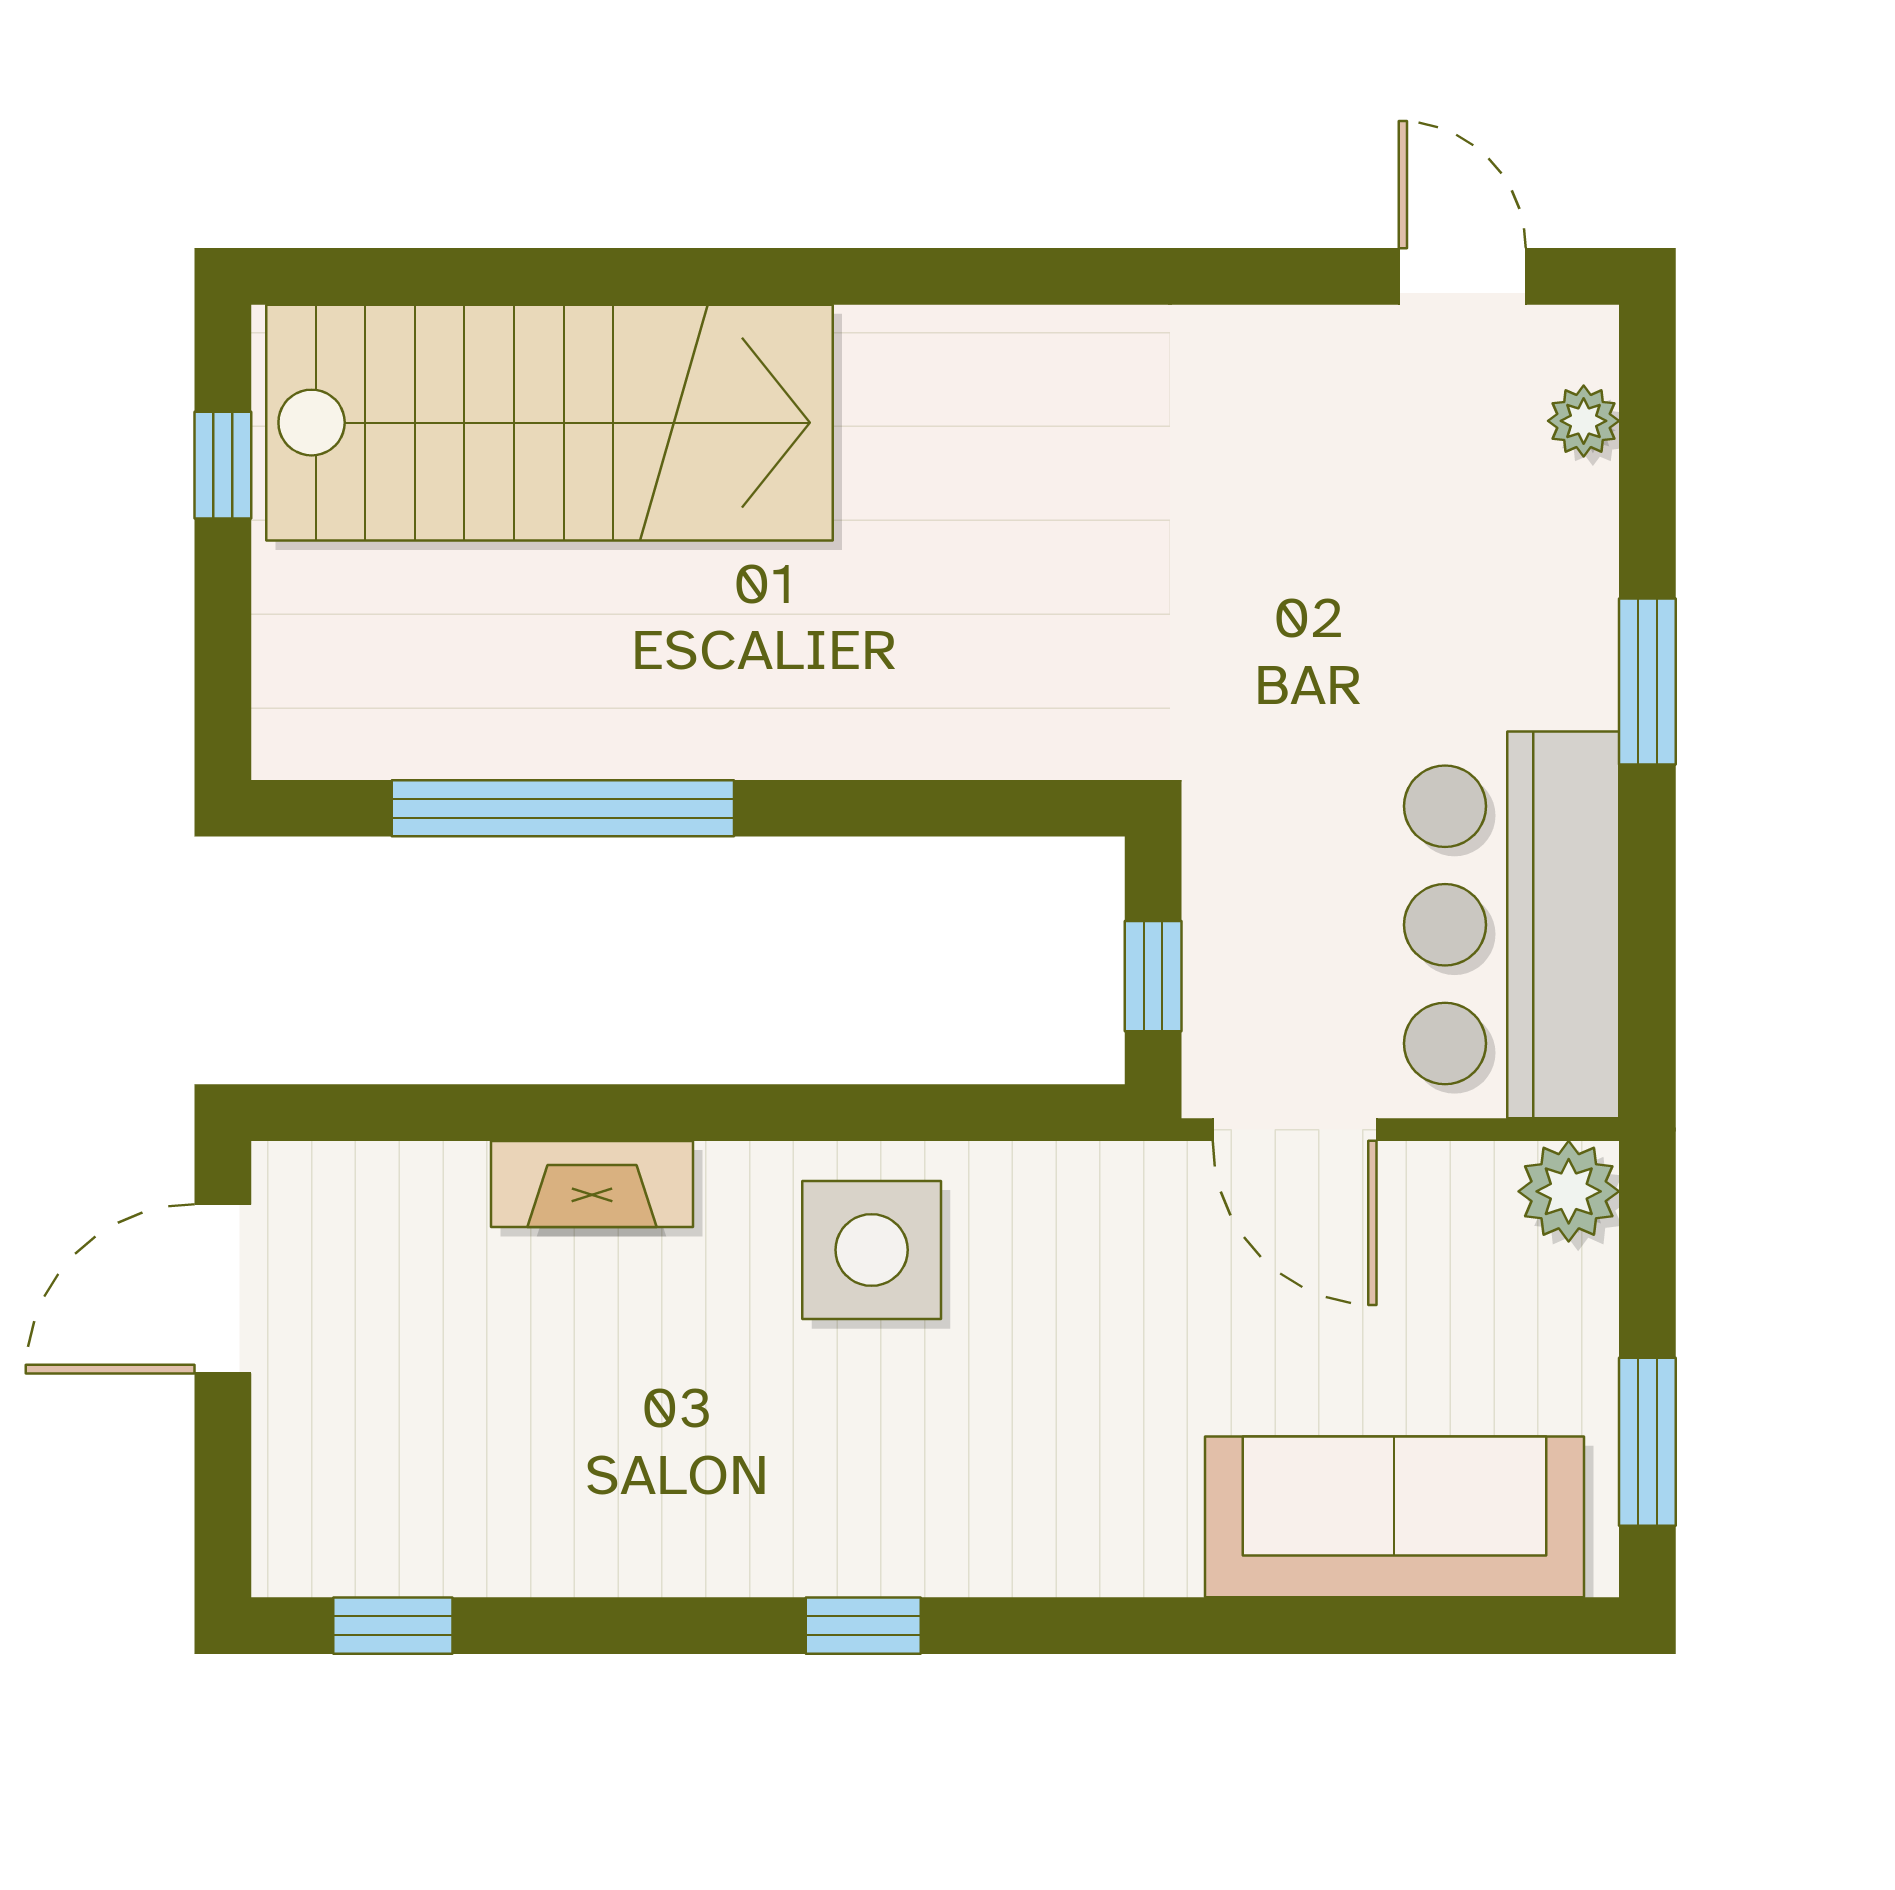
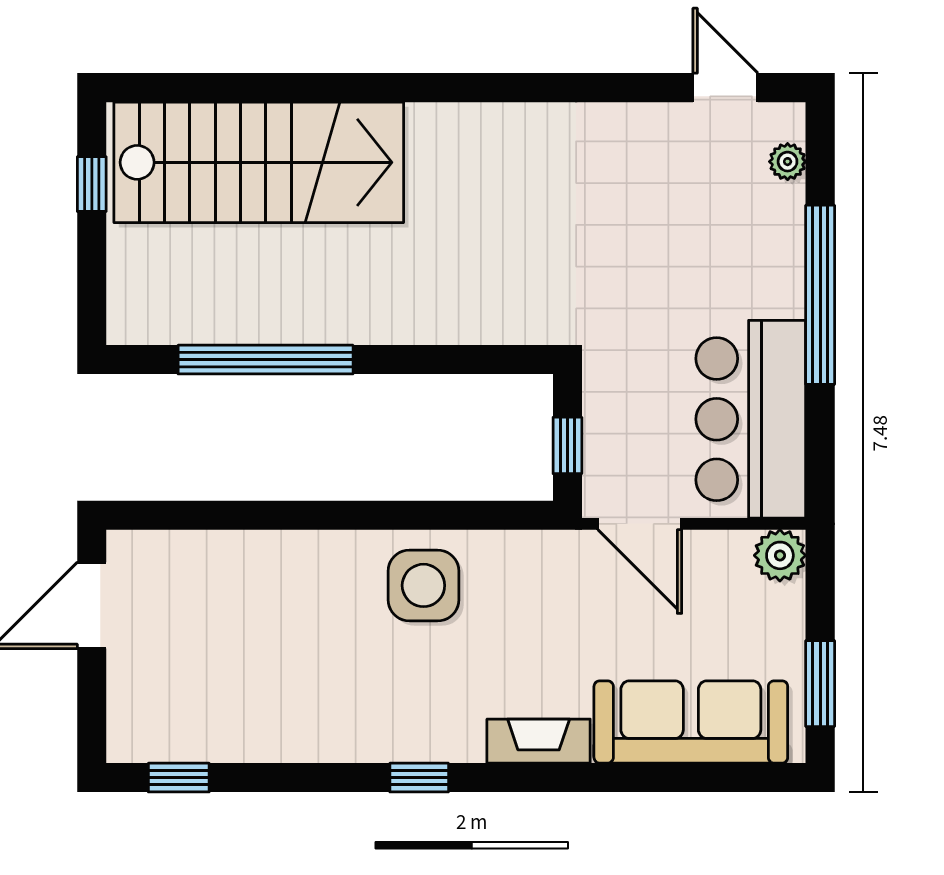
window: (1647, 682) -> (820, 295), width x2.11
fireplace: (592, 1184) -> (539, 741), moved, turned 180

